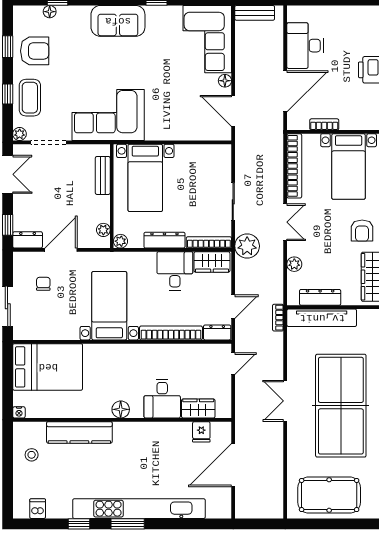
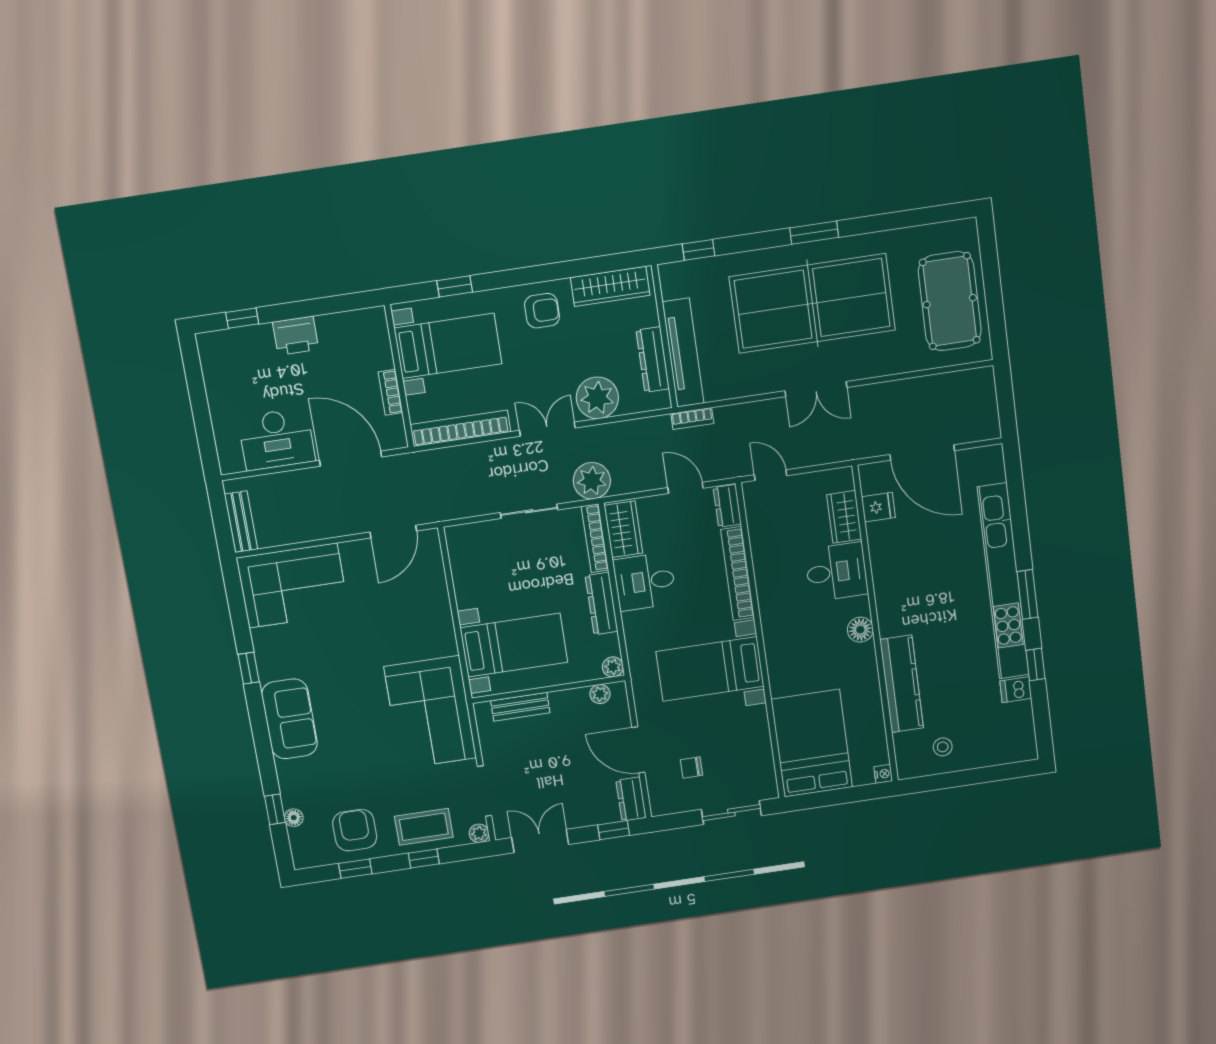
floor lamp: (225, 81) -> (350, 550), removed
plant: (294, 264) -> (597, 398), width x1.88, depth x1.88
dishwasher: (38, 509) -> (1016, 690), moved

